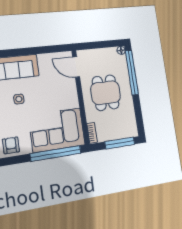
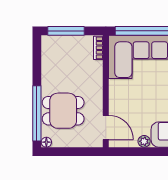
plant: (43, 59) -> (144, 141), added
dining table: (106, 93) -> (63, 111), moved, turned 90

